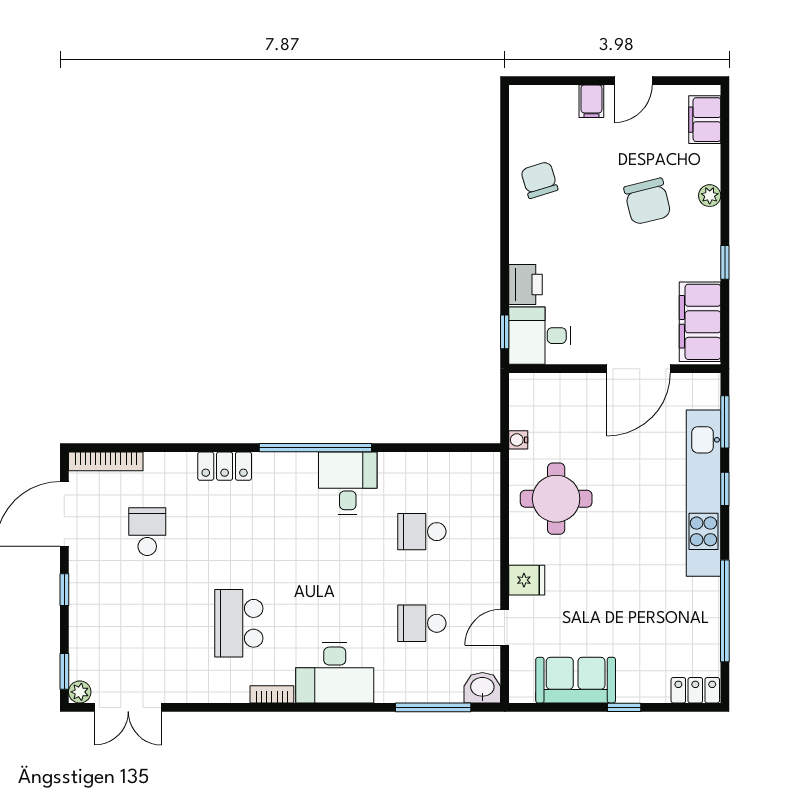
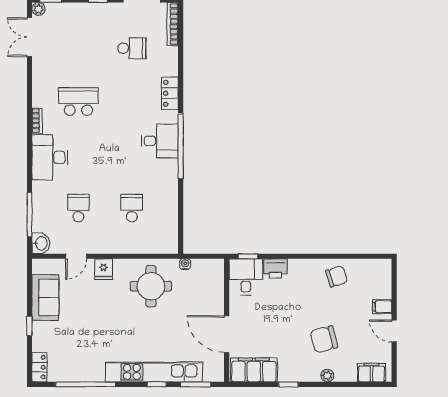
desk: (348, 483) -> (160, 141), moved
door: (505, 627) -> (76, 256), swing flipped

